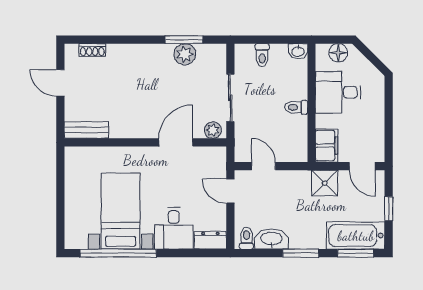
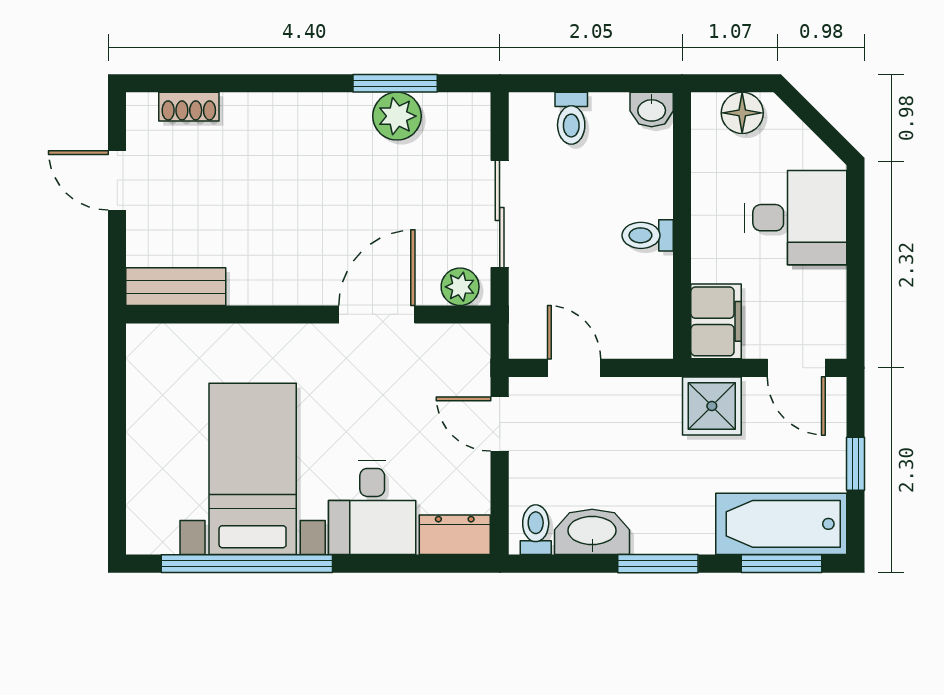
desk: (338, 92) -> (796, 218), moved, turned 180

